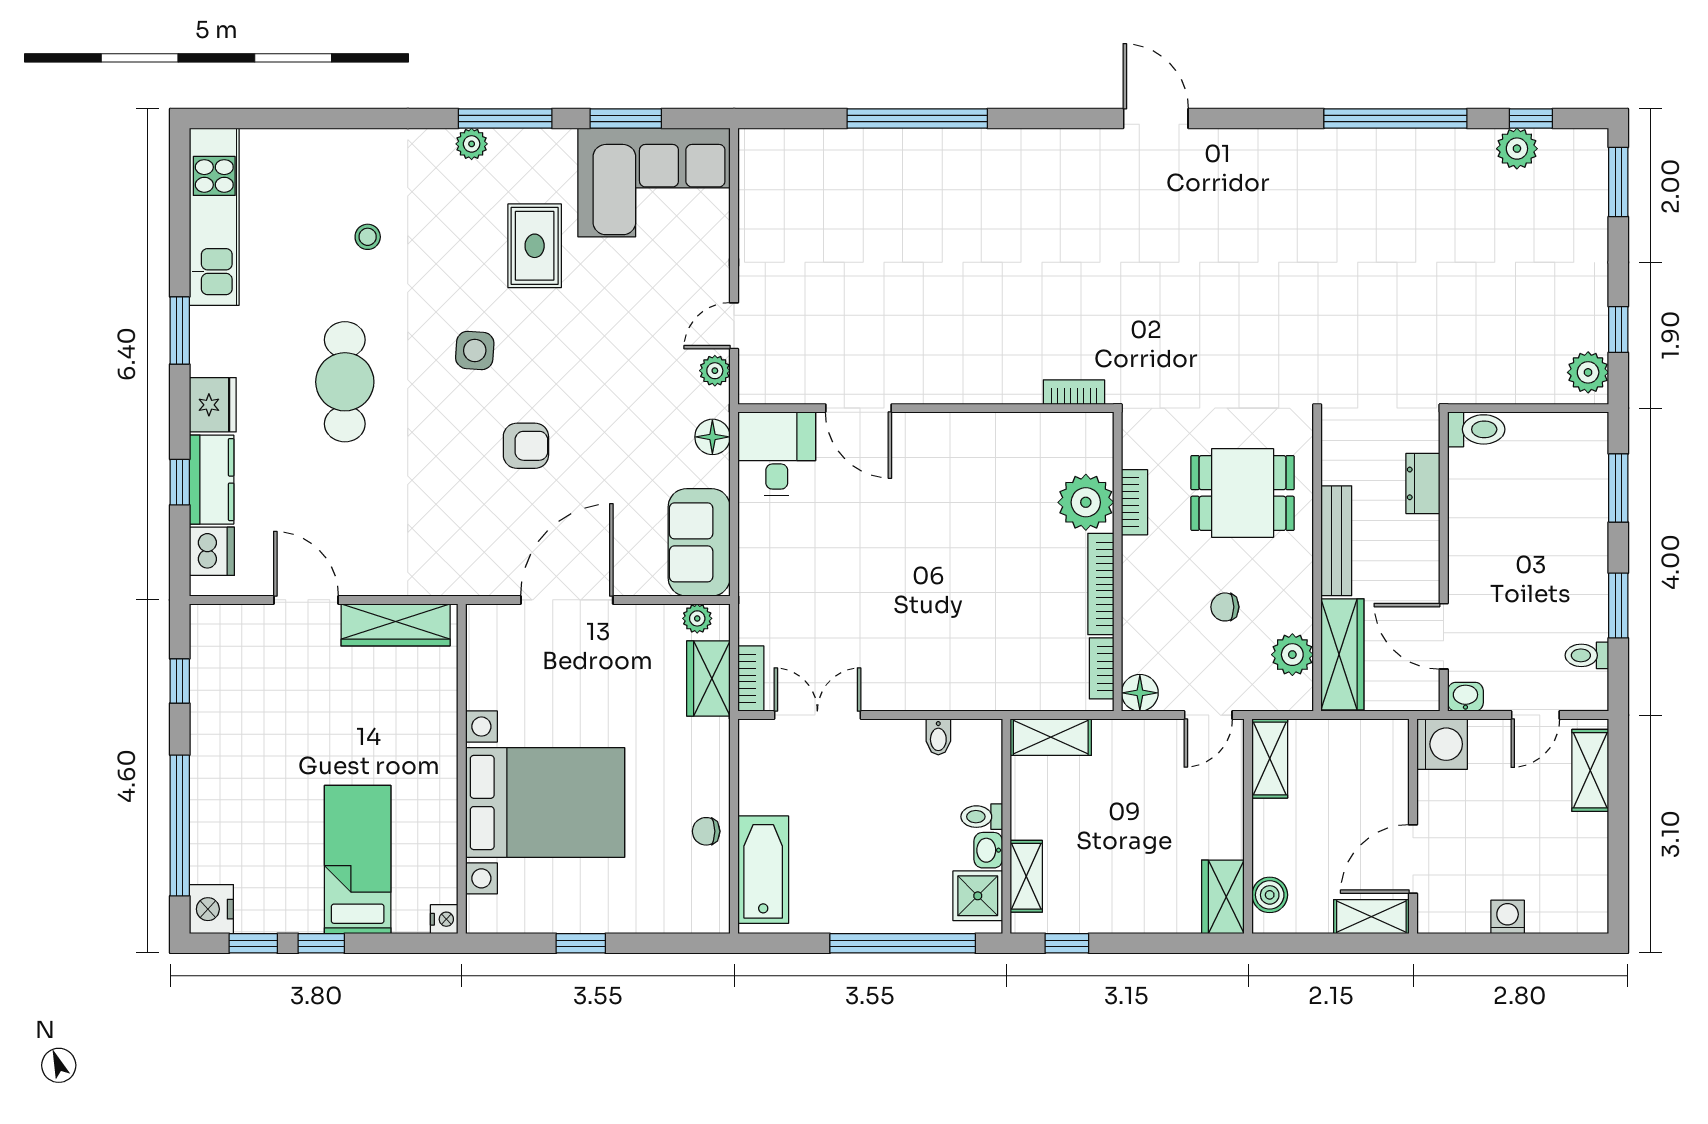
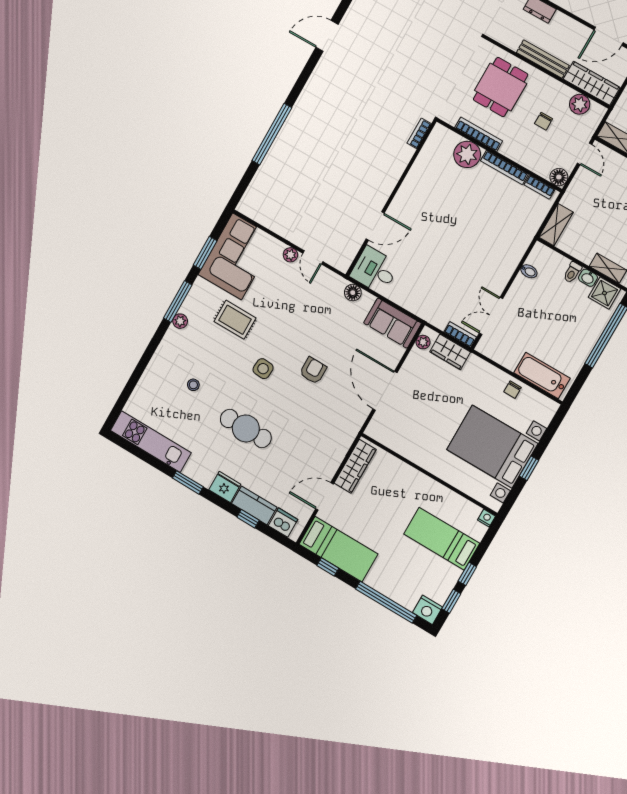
plant: (715, 371) -> (290, 255), moved
bookcase: (1134, 502) -> (479, 134), width x1.56
bed: (224, 682) -> (338, 549), added
bed with nightstands: (545, 802) -> (492, 446), moved, turned -90

